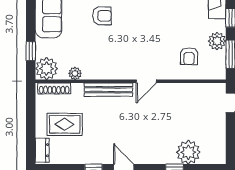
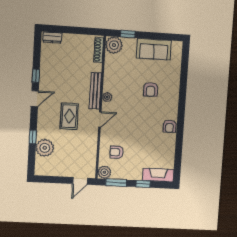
plant: (217, 41) -> (104, 172), moved
plant: (75, 73) -> (107, 97), moved
door: (146, 81) -> (100, 119), swing flipped
rug: (65, 124) -> (69, 116), moved

